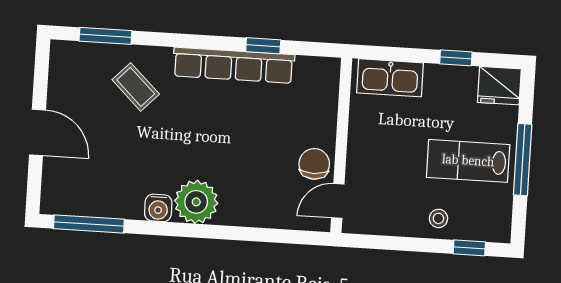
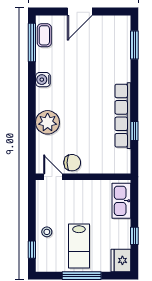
coffee table: (136, 87) -> (44, 35), moved, turned -44
lab bench: (468, 161) -> (79, 246), turned 180
plant: (196, 202) -> (48, 122), moved

